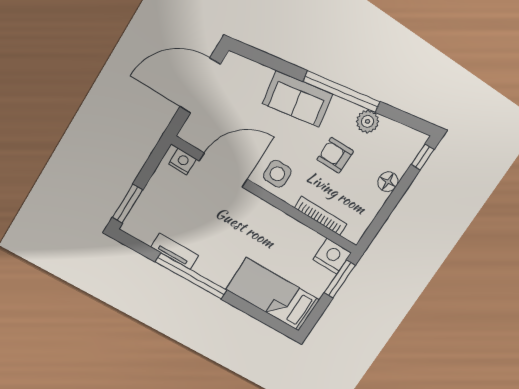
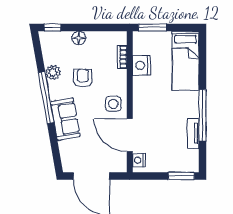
armchair: (335, 155) -> (83, 78), turned 180
bookcase: (321, 216) -> (122, 57), width x0.64
nightstand: (332, 256) -> (142, 65), moved

